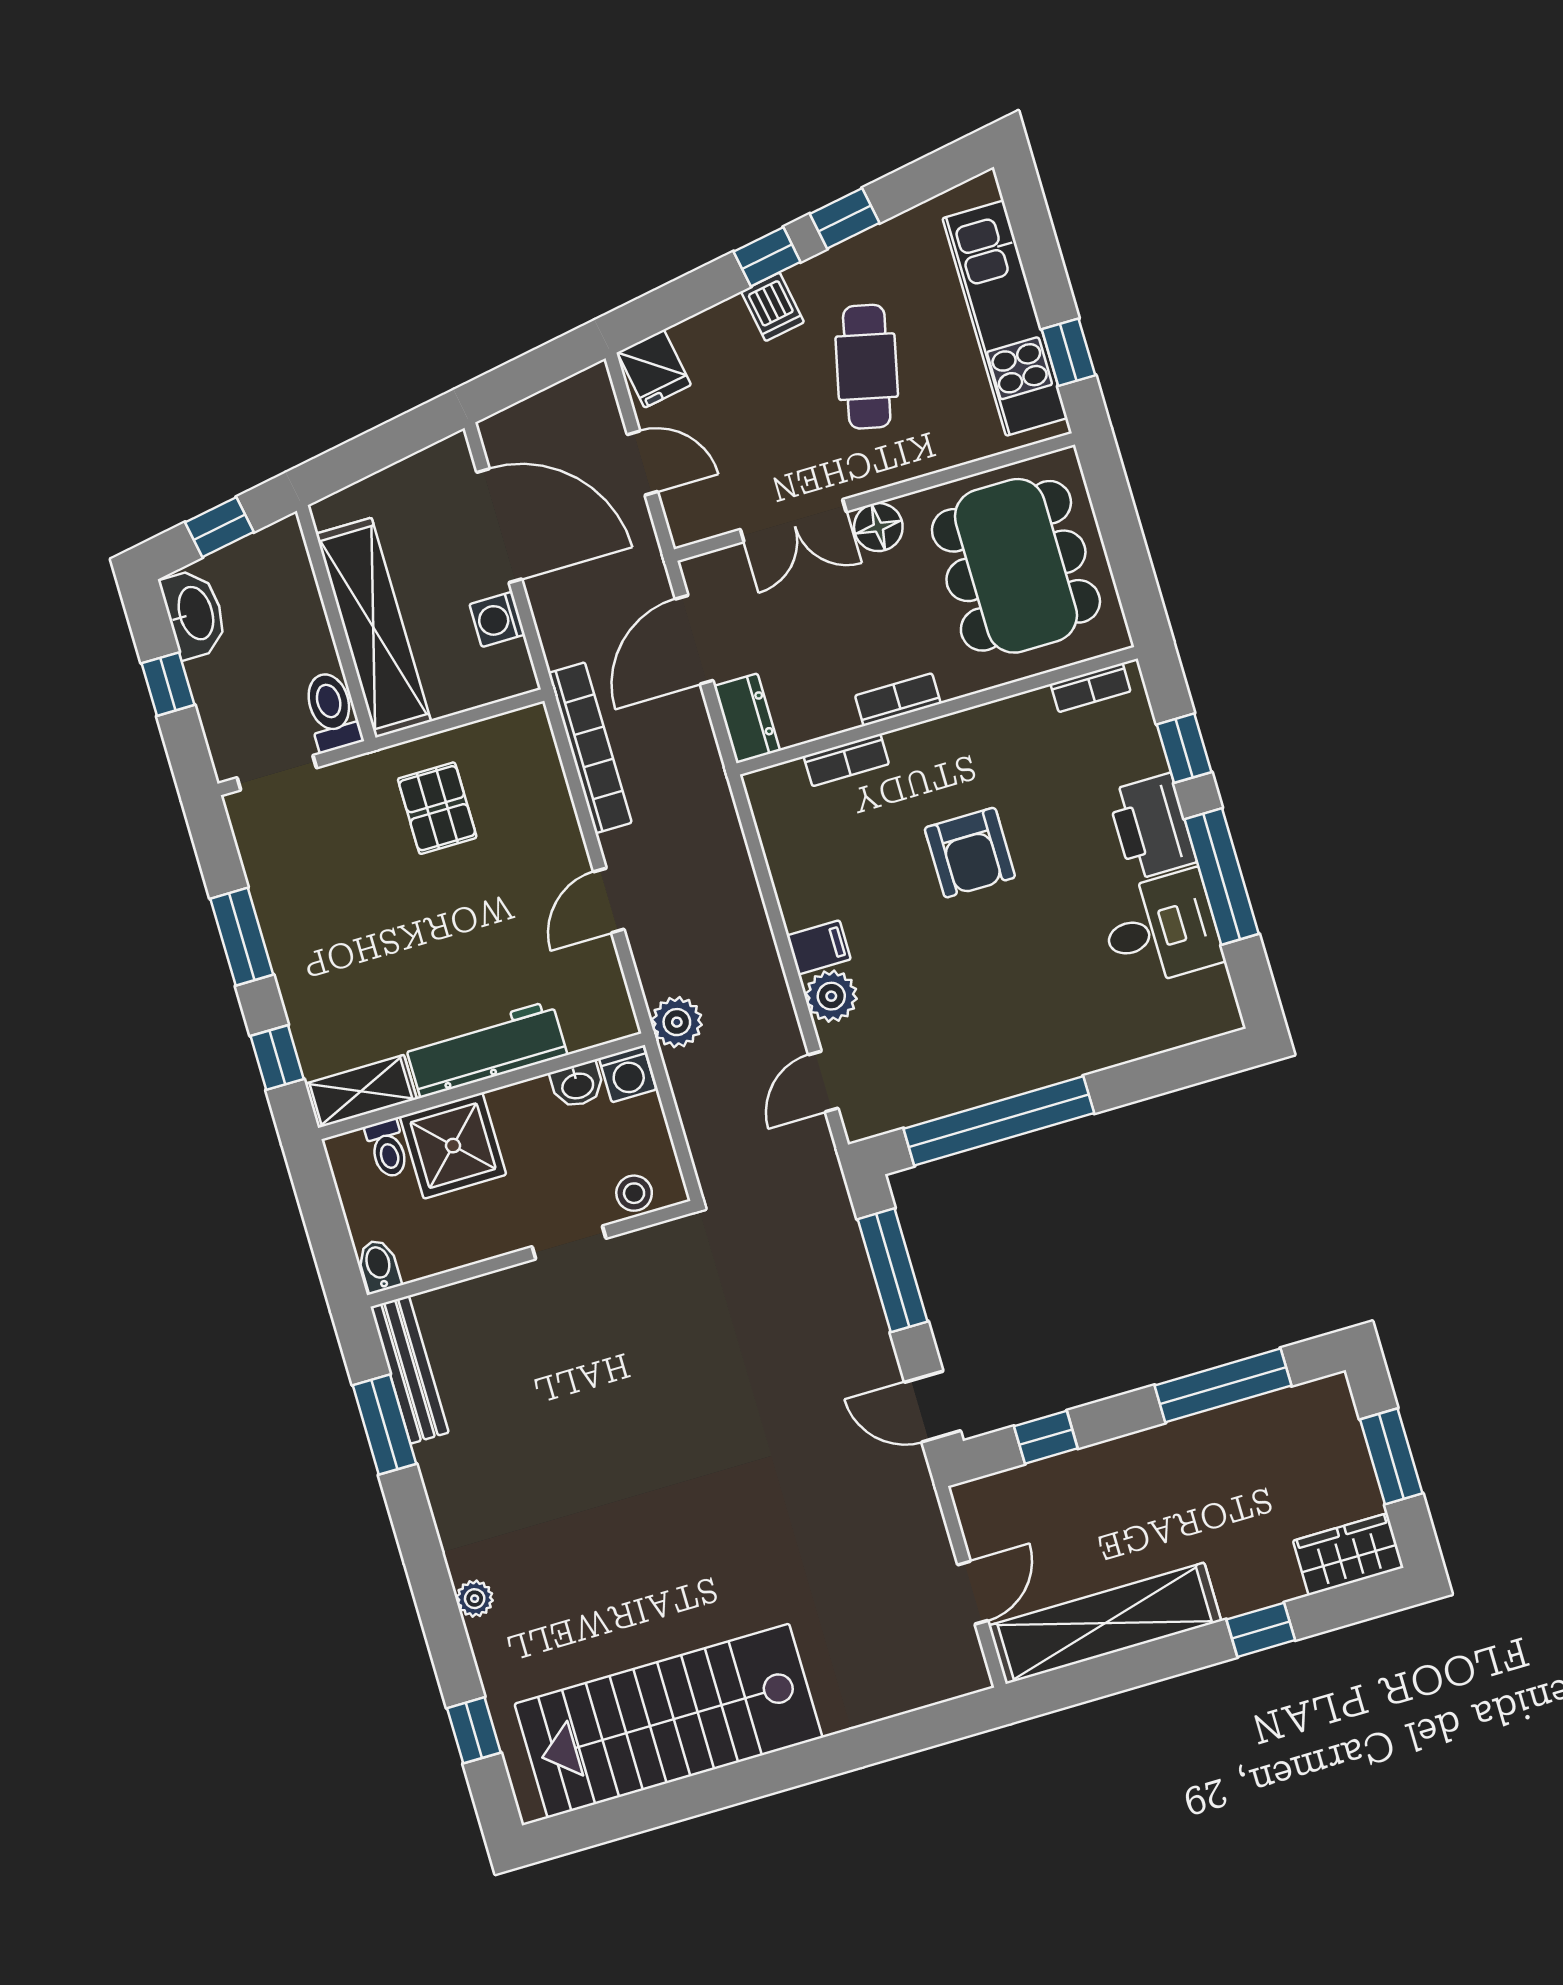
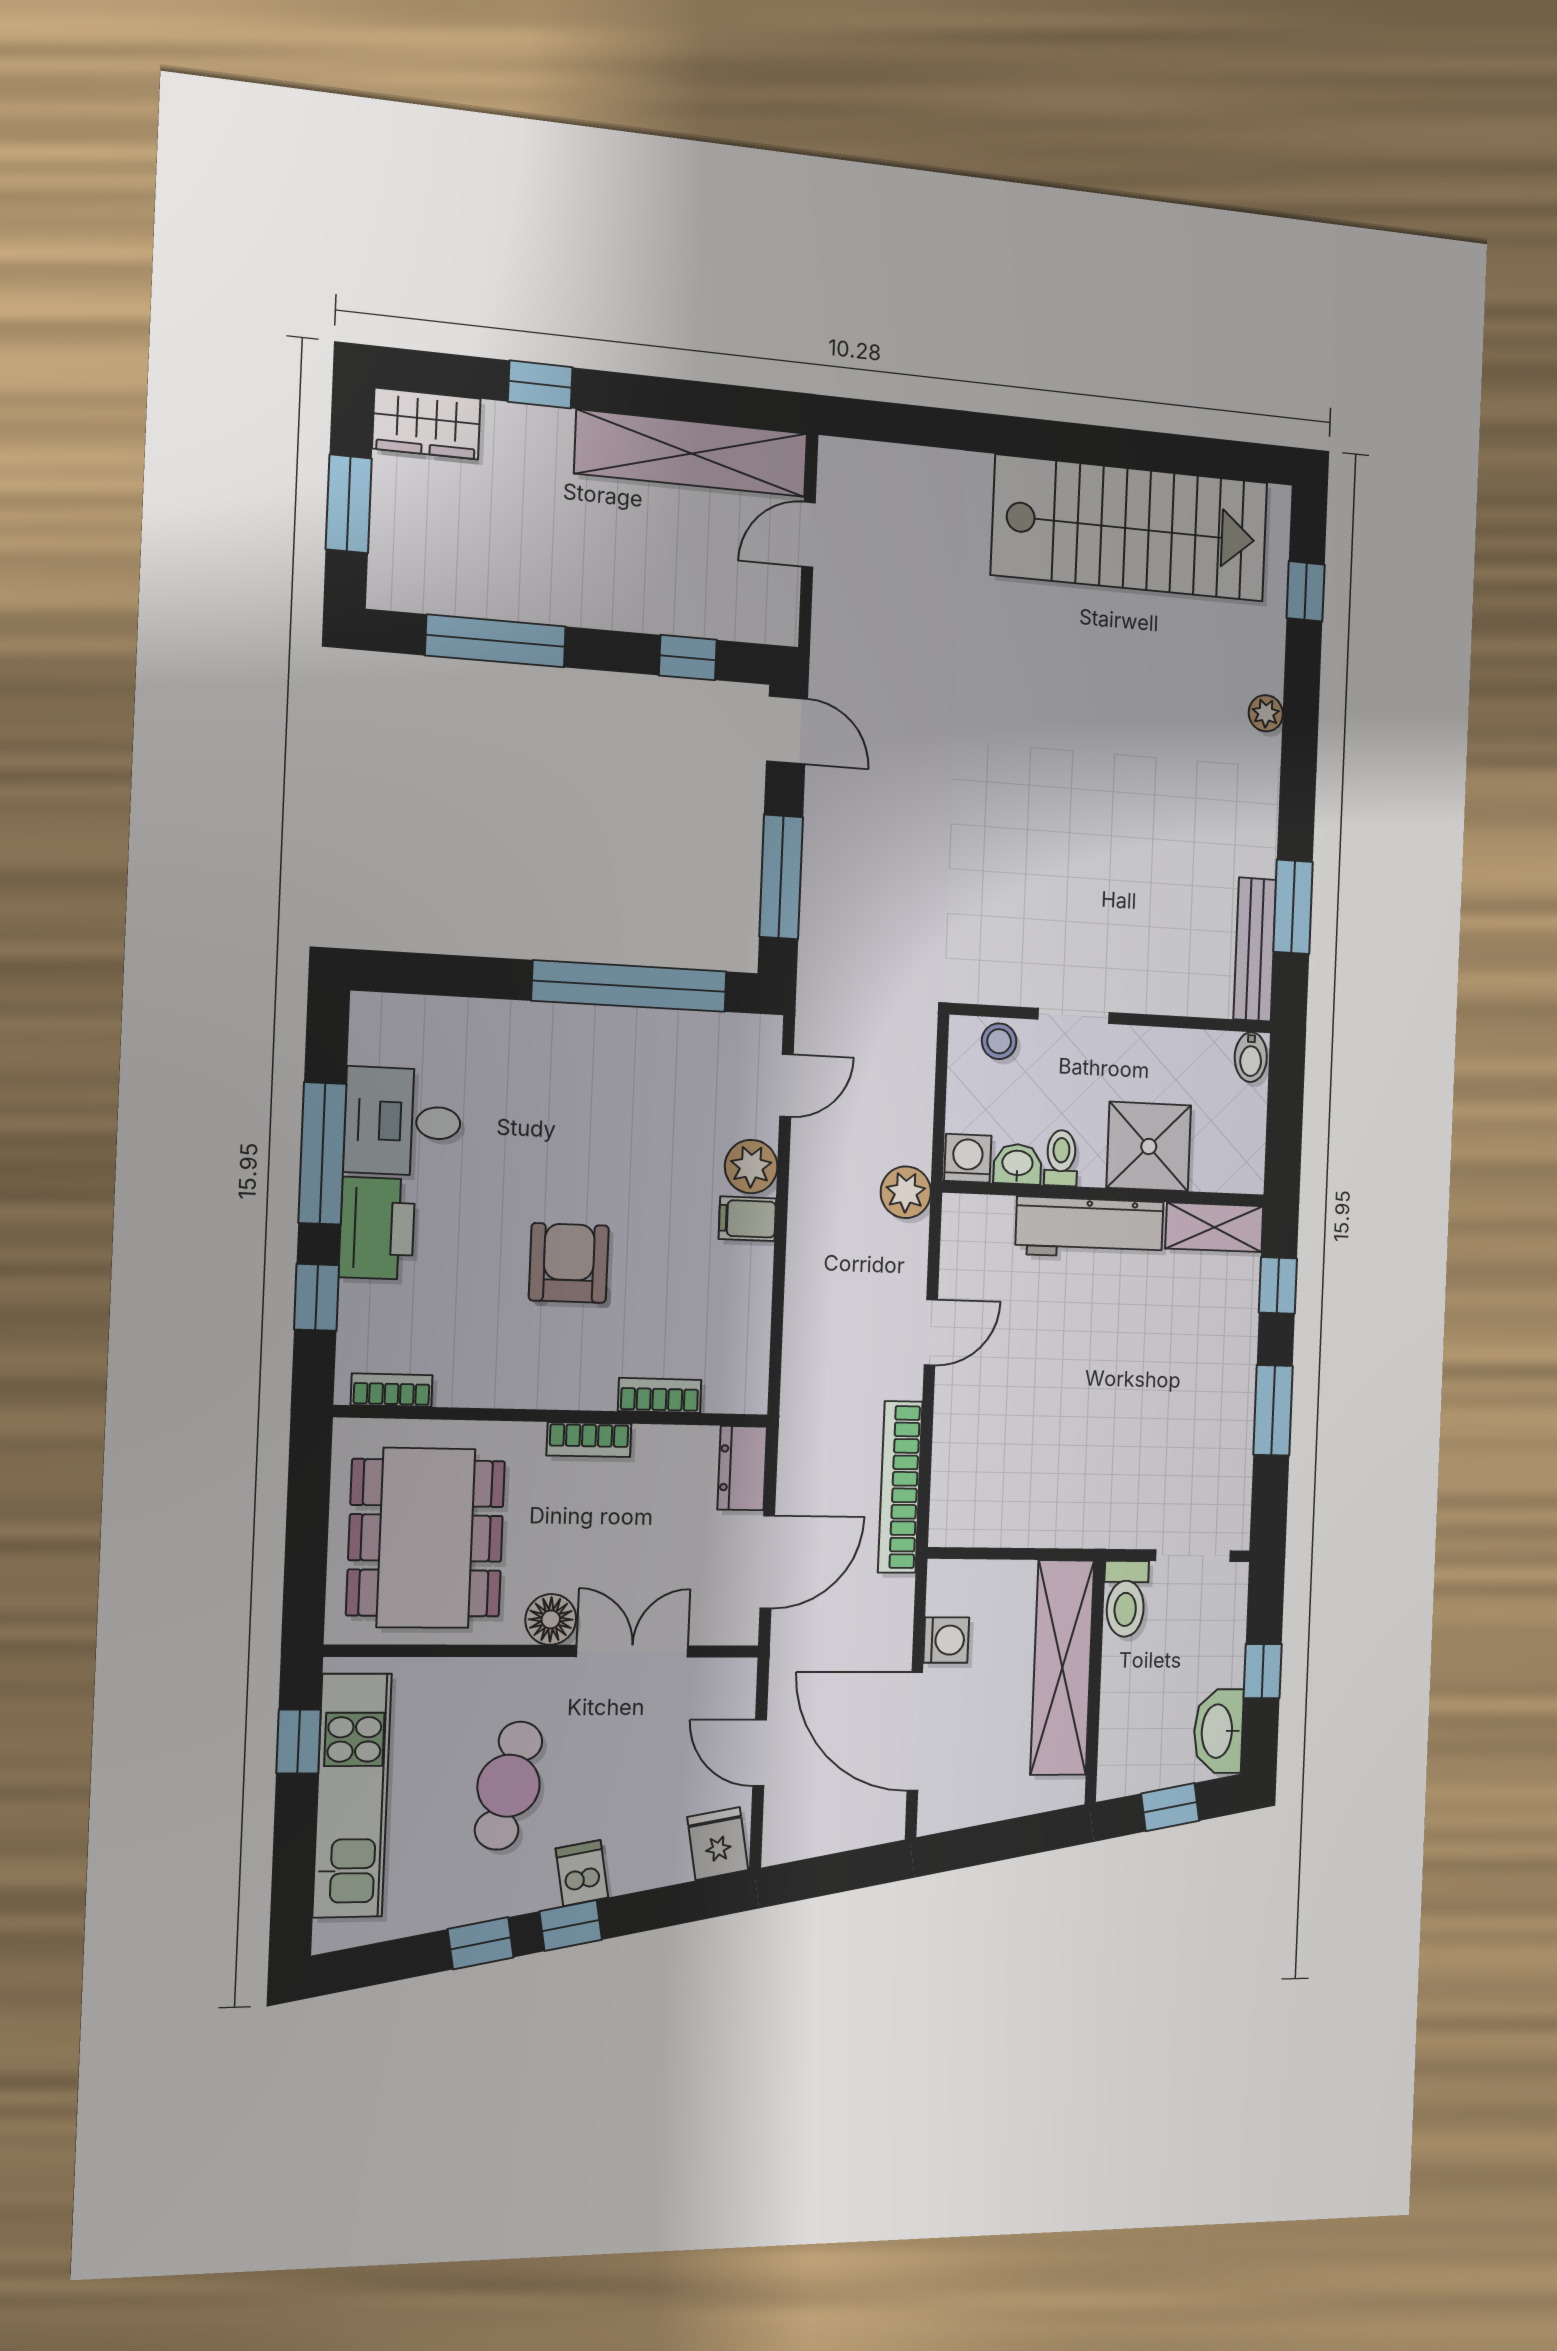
pallet: (437, 808) -> (1060, 1474), removed
toilet: (387, 1149) -> (1061, 1158), moved

